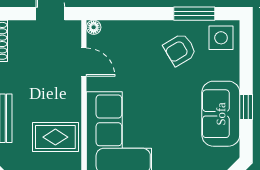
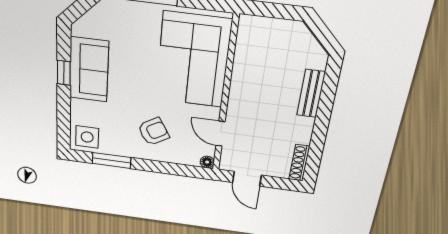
armchair: (180, 50) -> (154, 132), moved
rug: (55, 137) -> (259, 69), removed

